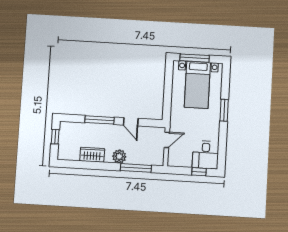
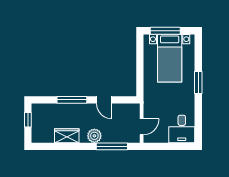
door: (167, 140) -> (142, 127), moved
window: (199, 172) -> (176, 146), removed

